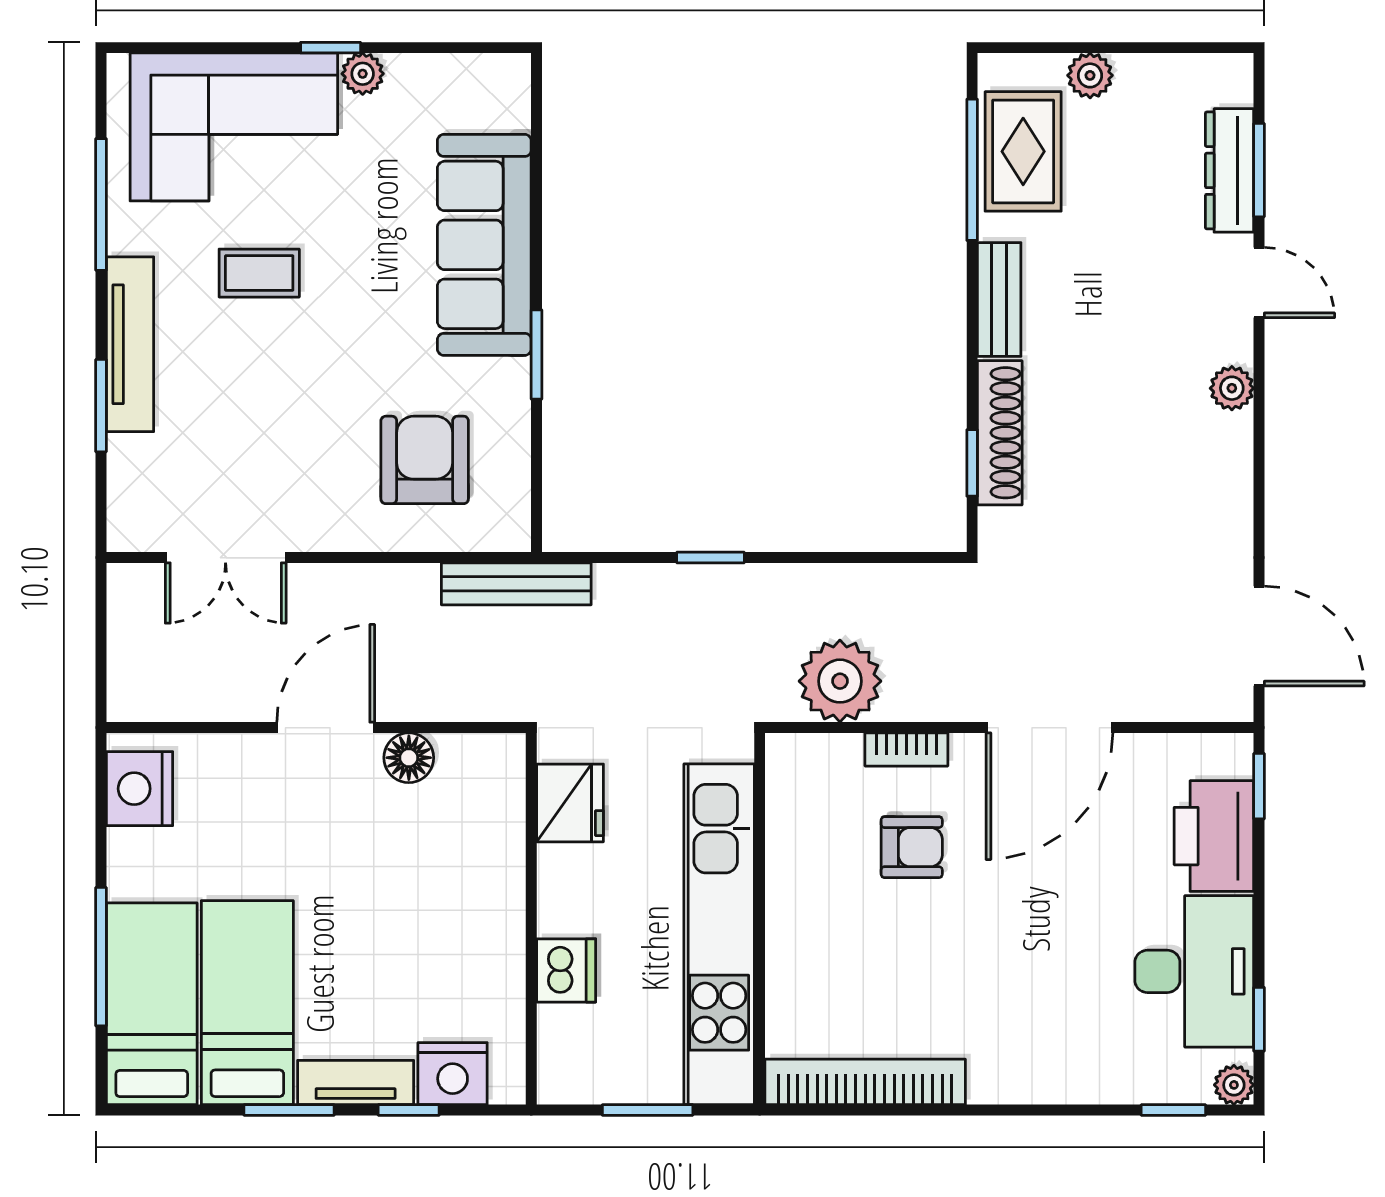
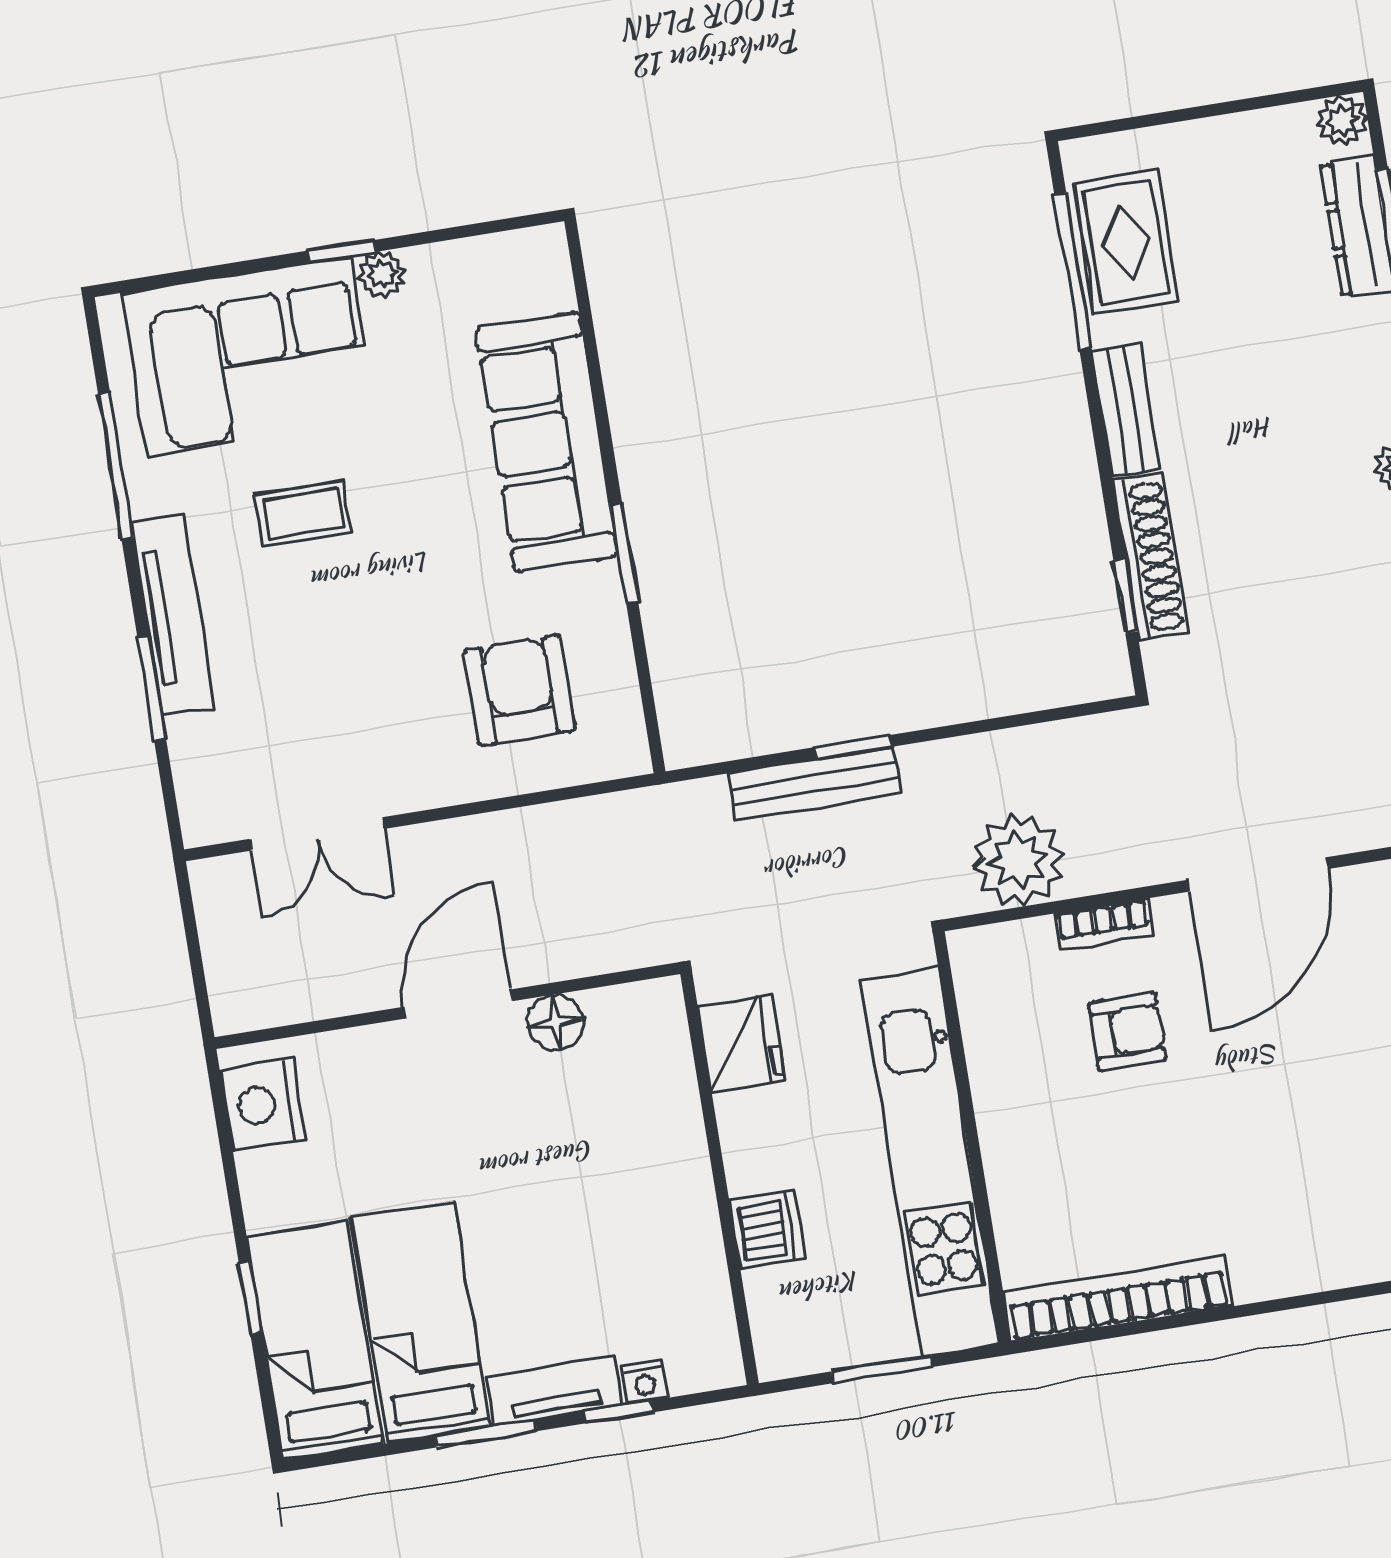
plant: (1090, 75) -> (1342, 121), moved
bench: (516, 584) -> (815, 783), moved
window: (101, 957) -> (250, 1298), width x0.46
nightstand: (453, 1074) -> (645, 1382), width x0.53, depth x0.56

